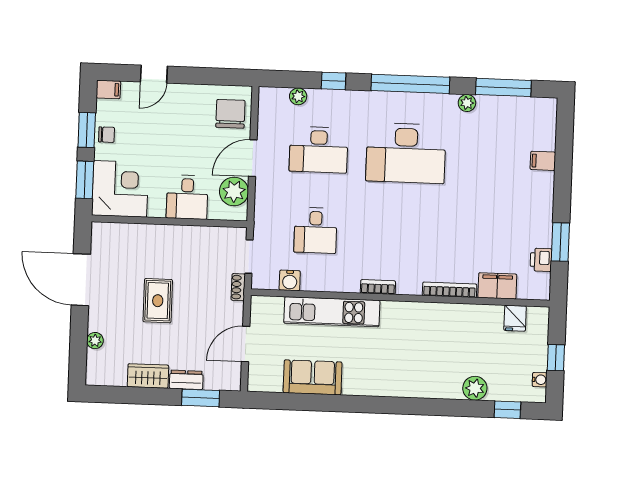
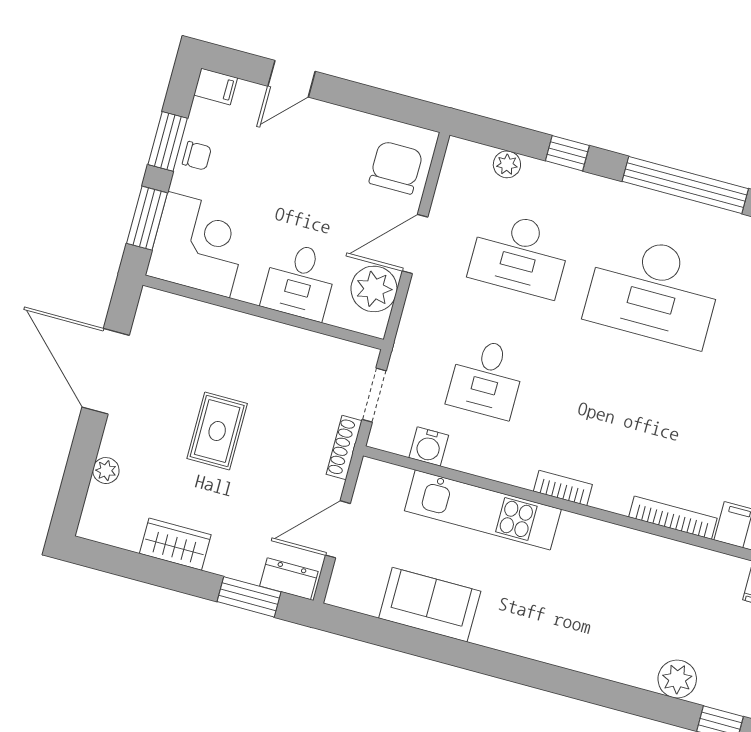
shoe rack: (238, 287) -> (344, 447), width x1.43
dresser: (186, 380) -> (289, 579), moved

